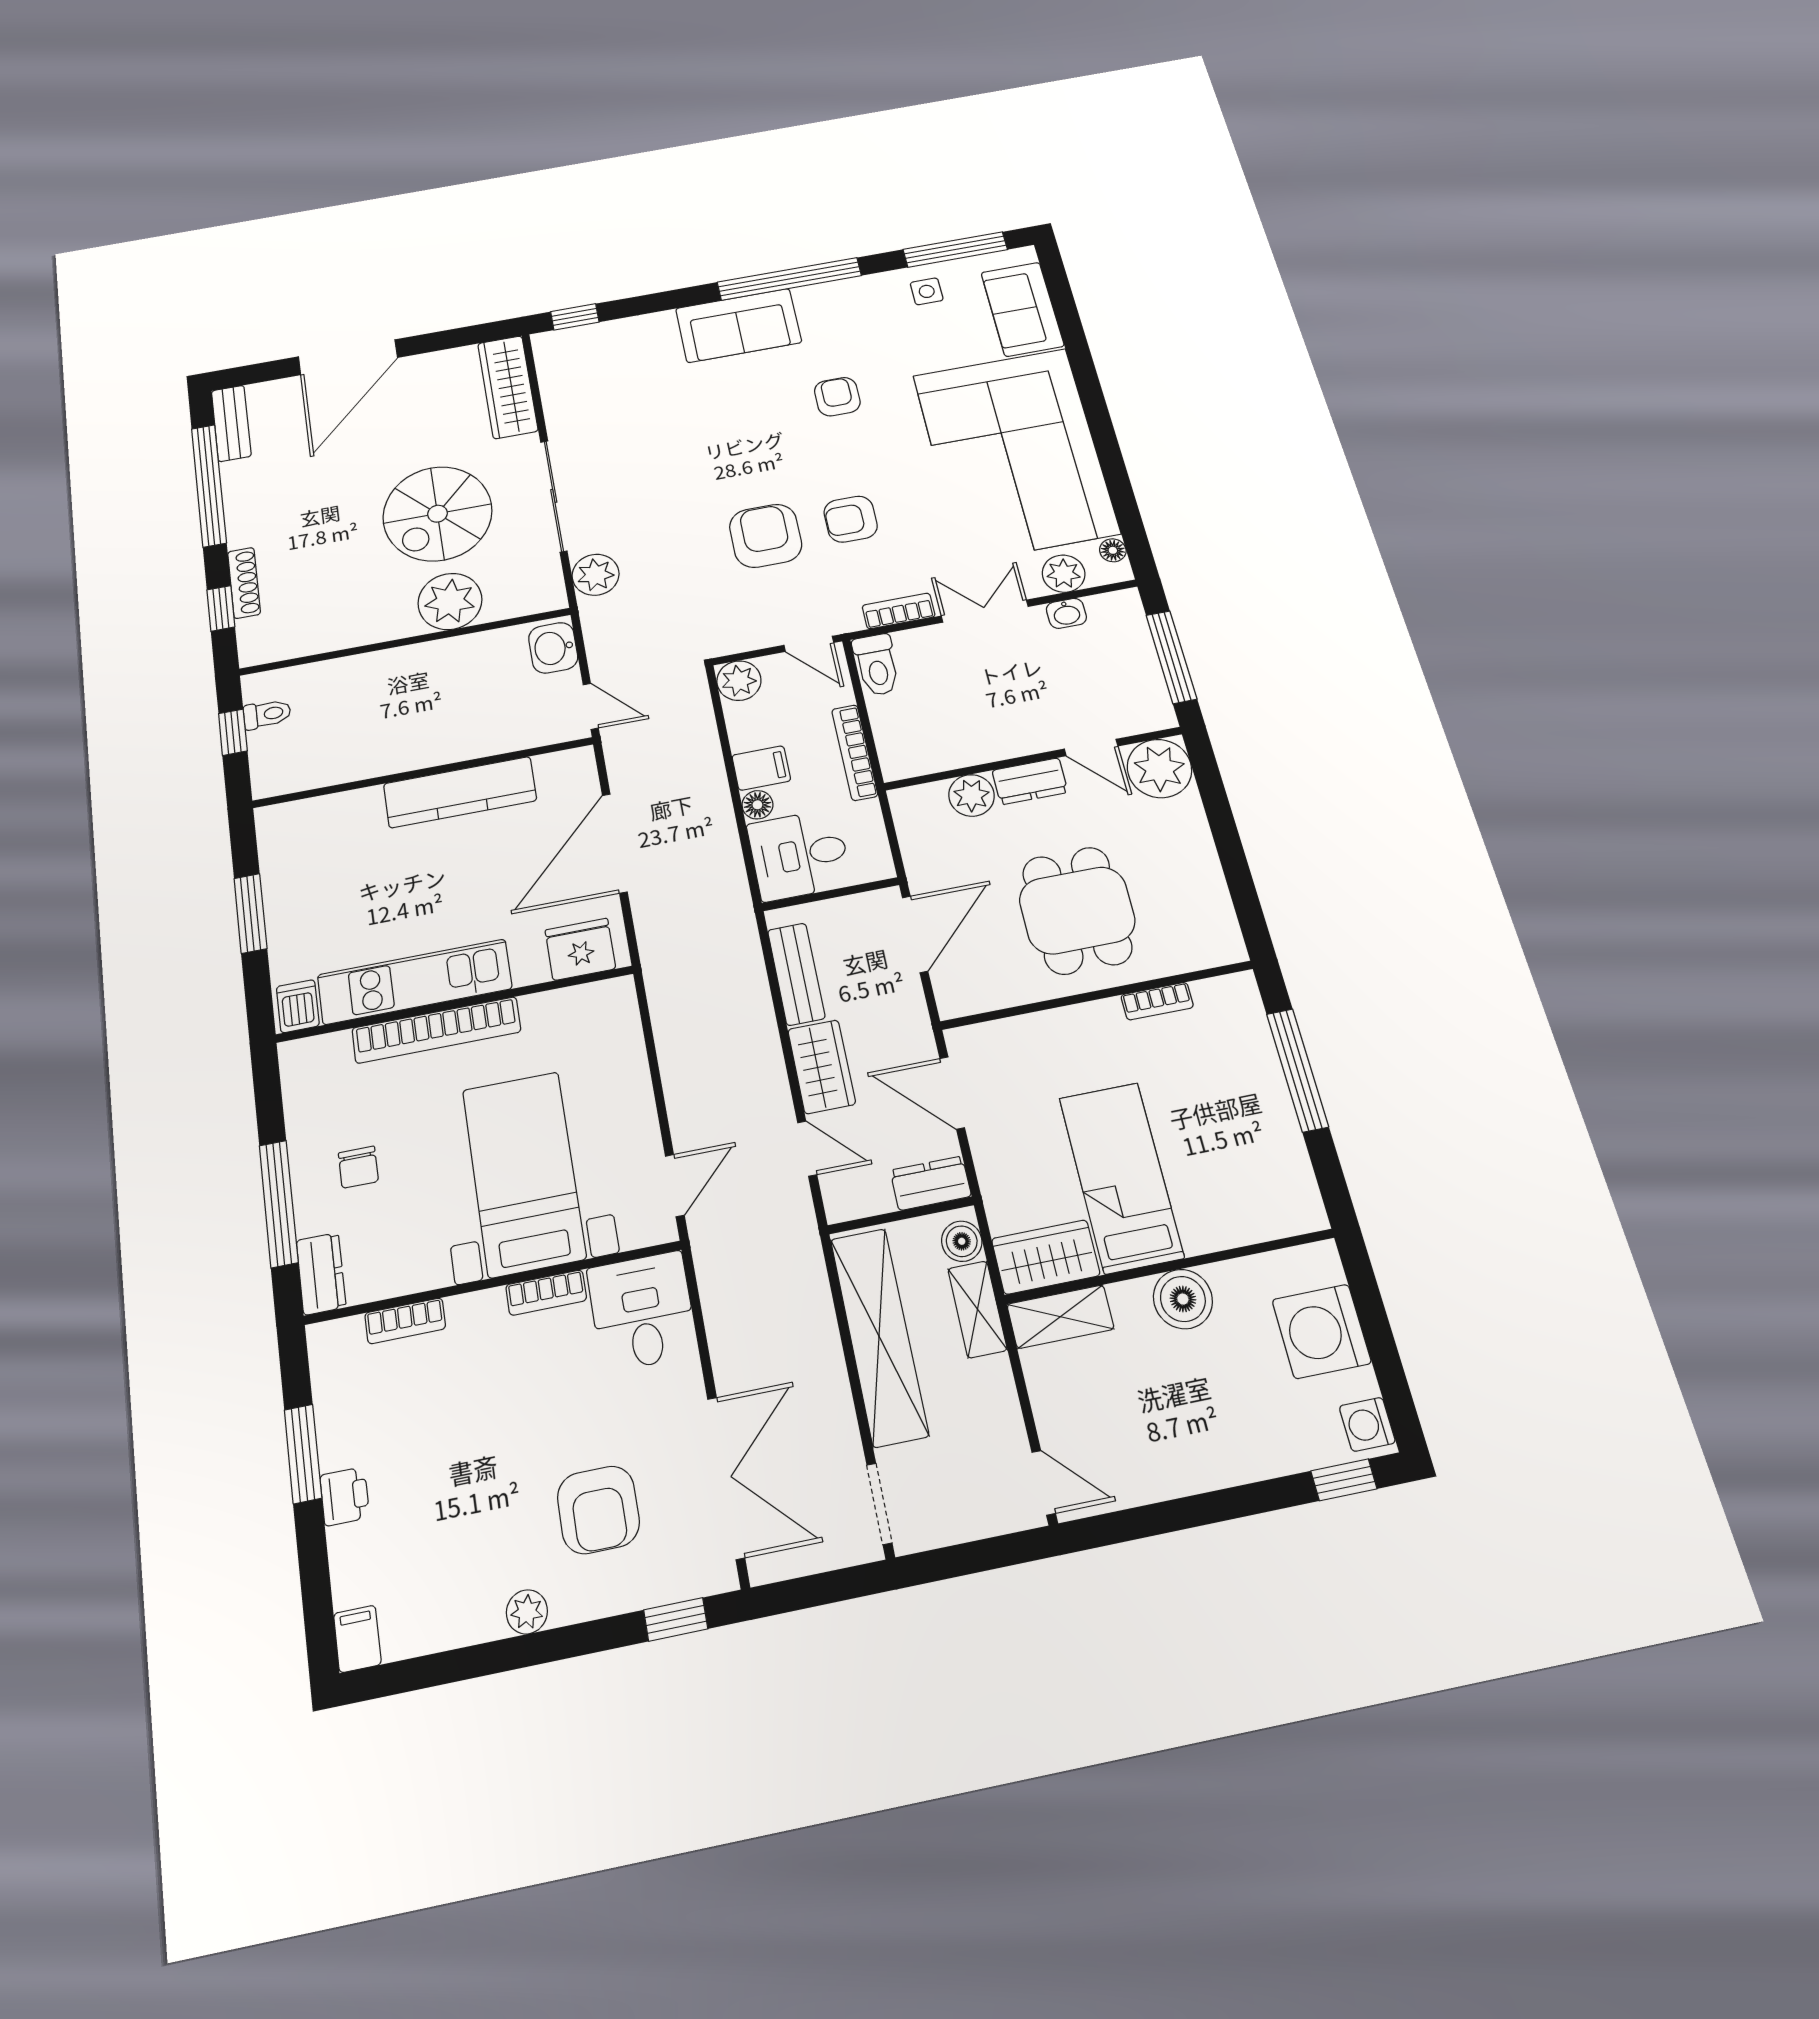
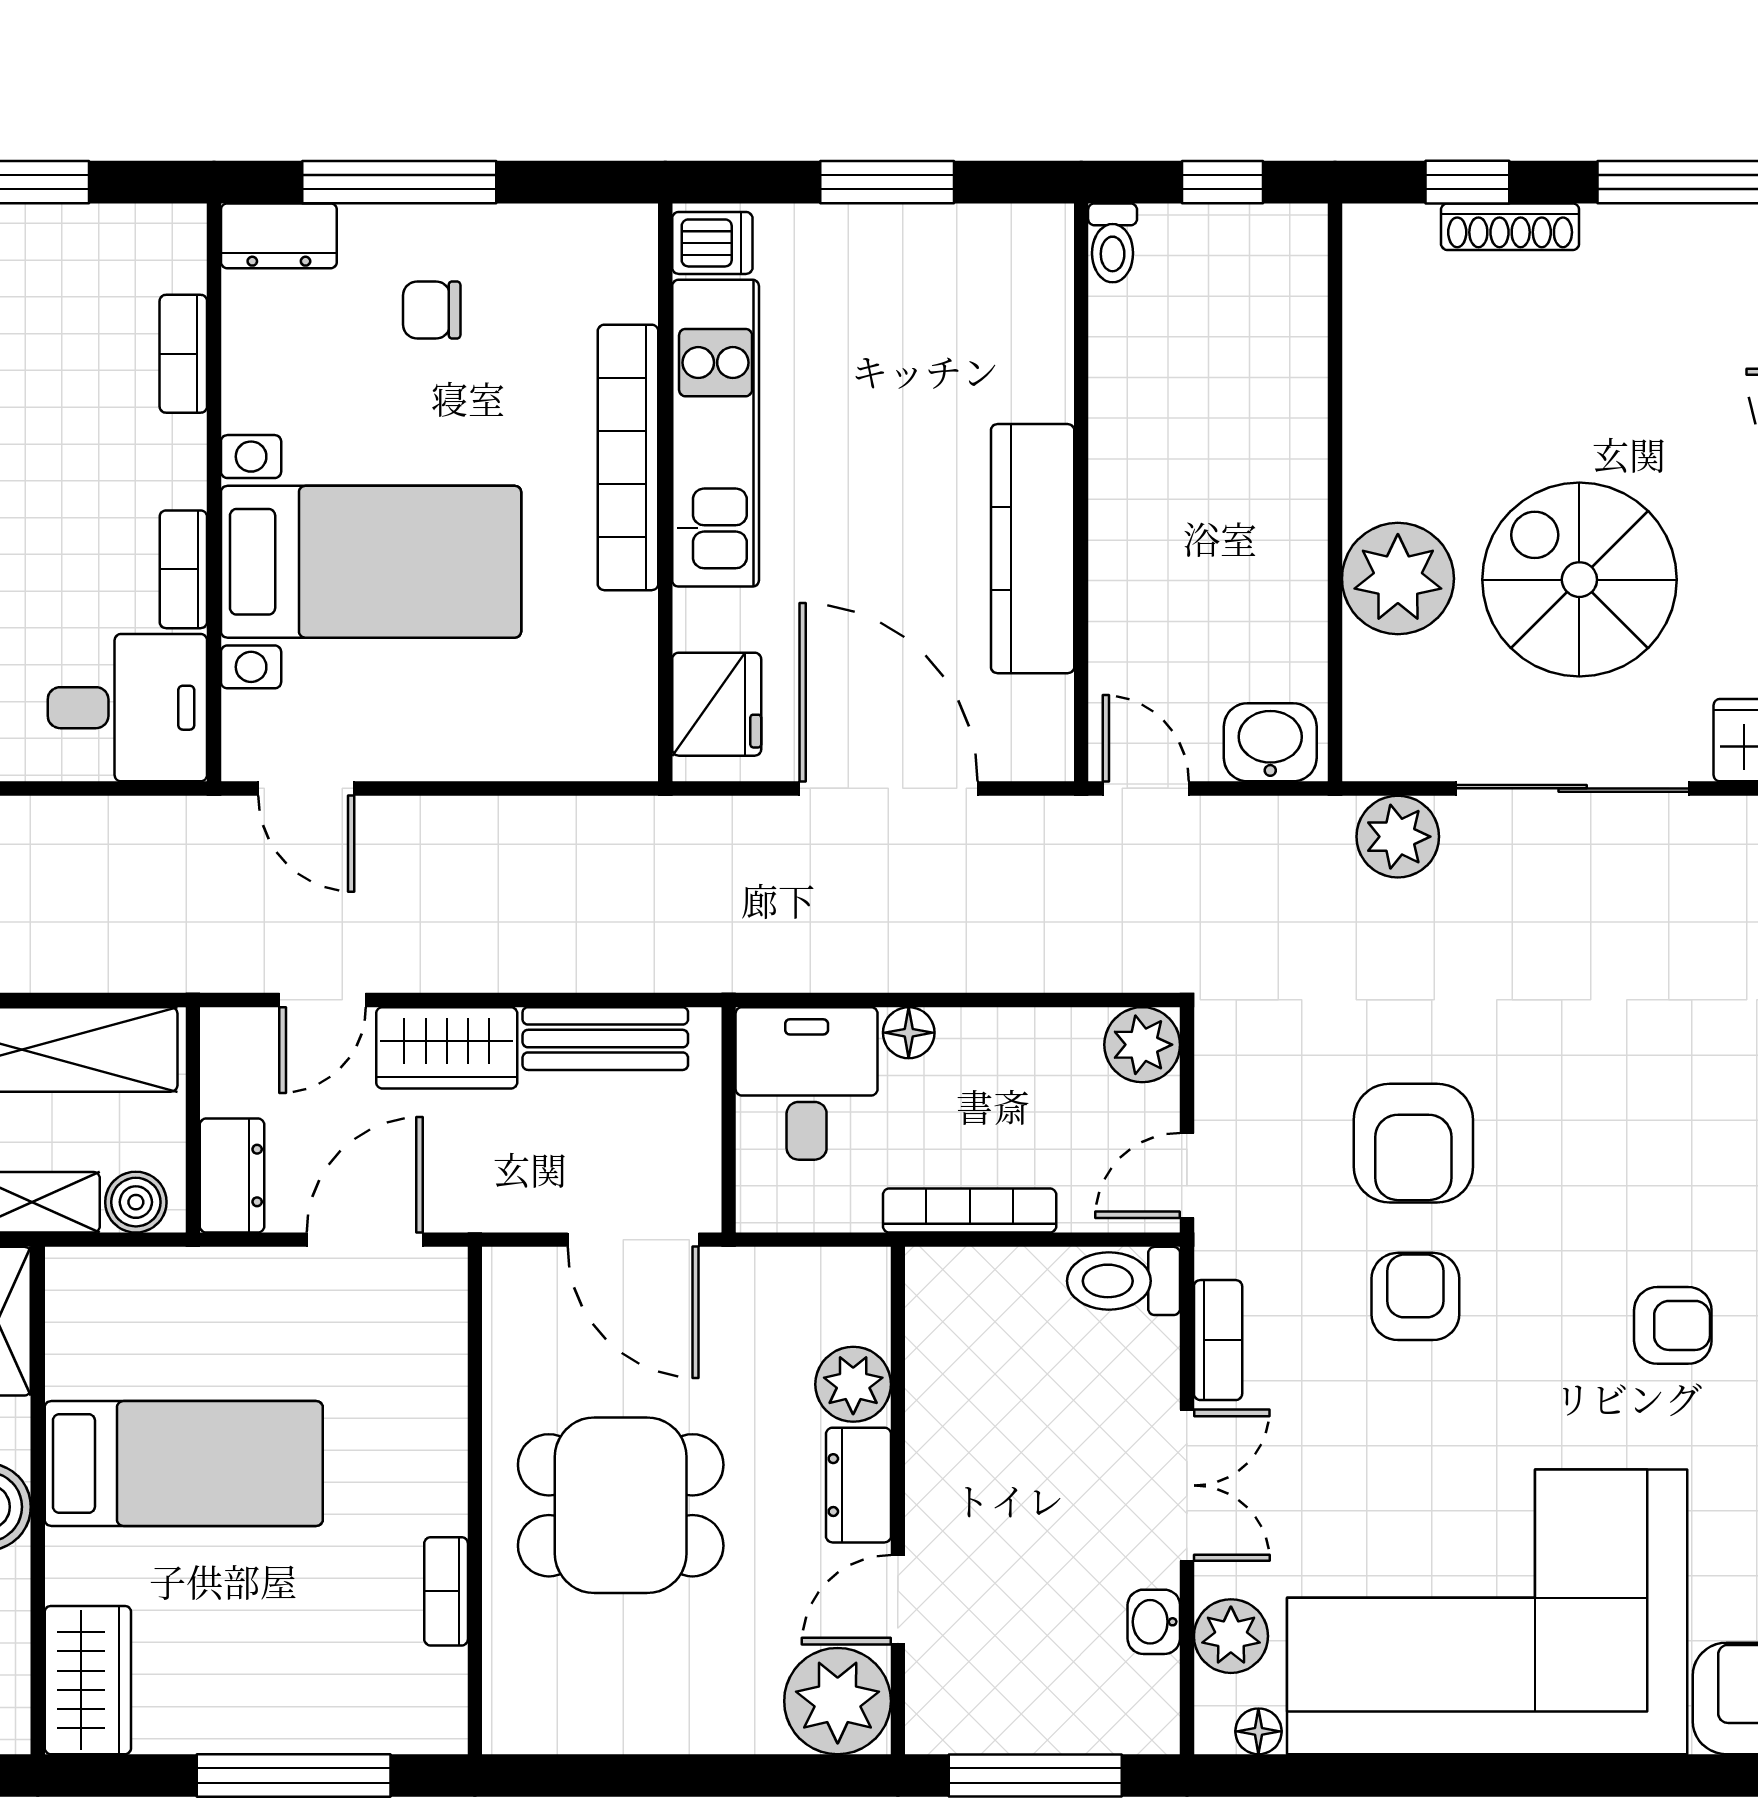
armchair: (766, 536) -> (1413, 1143), turned 90
door: (591, 706) -> (1146, 788), swing flipped
toilet: (267, 714) -> (1113, 243), moved
filing cabinet: (761, 768) -> (973, 1051), removed
wardrobe: (1046, 1257) -> (88, 1680), moved

